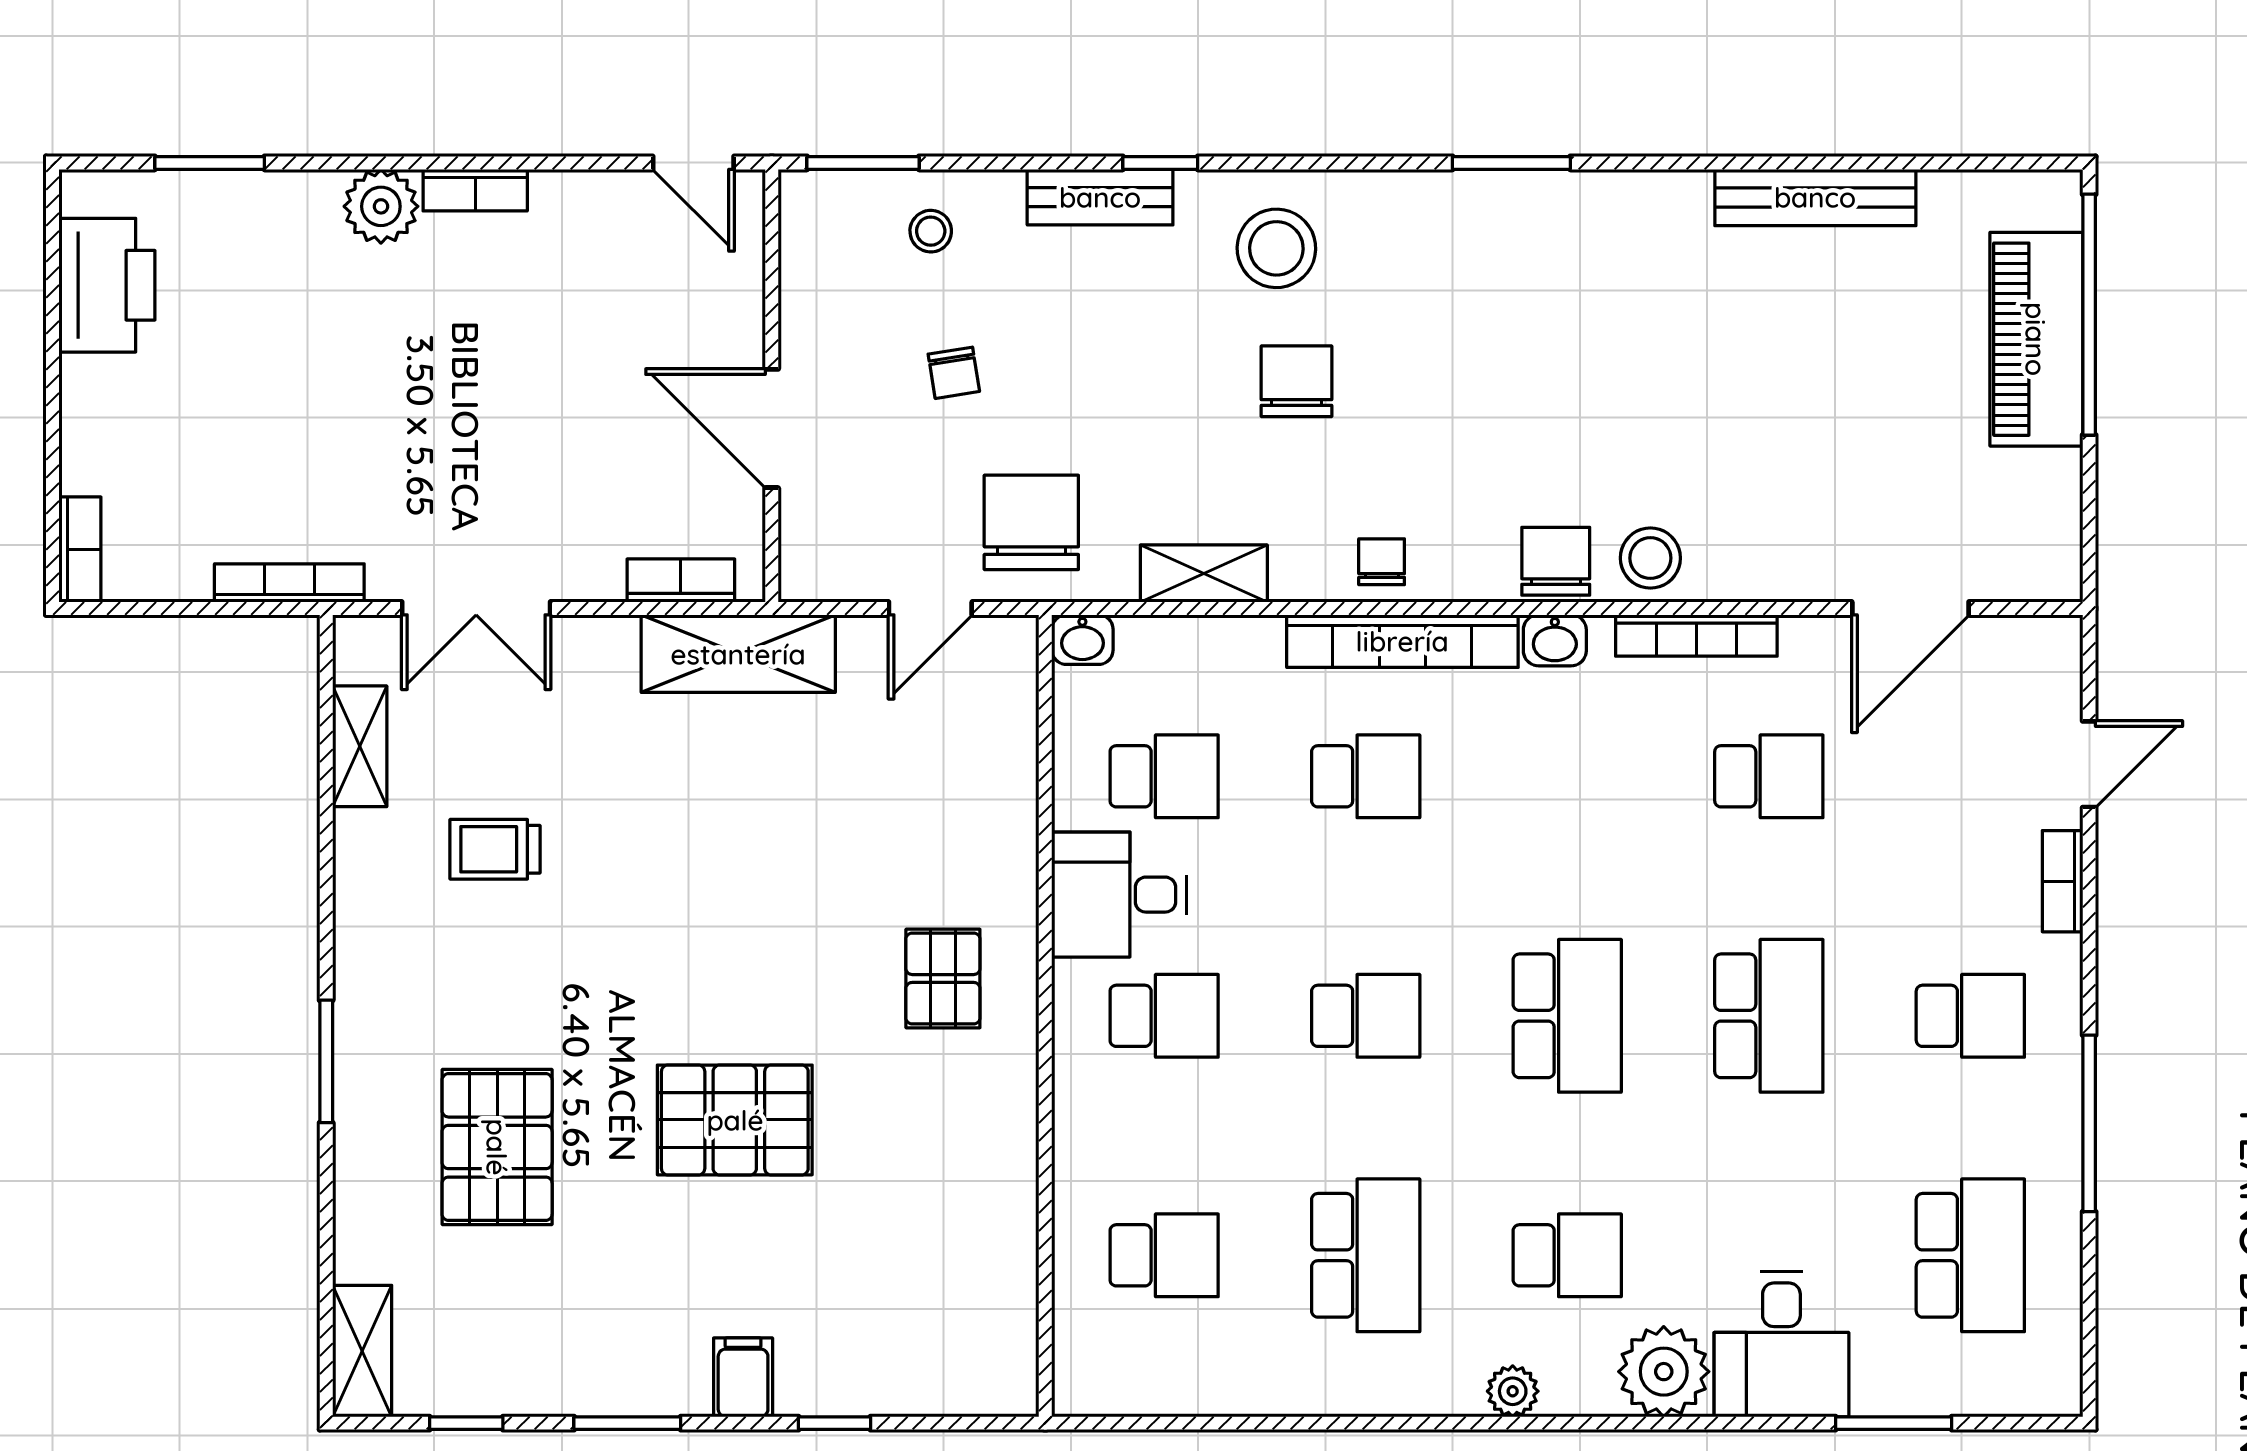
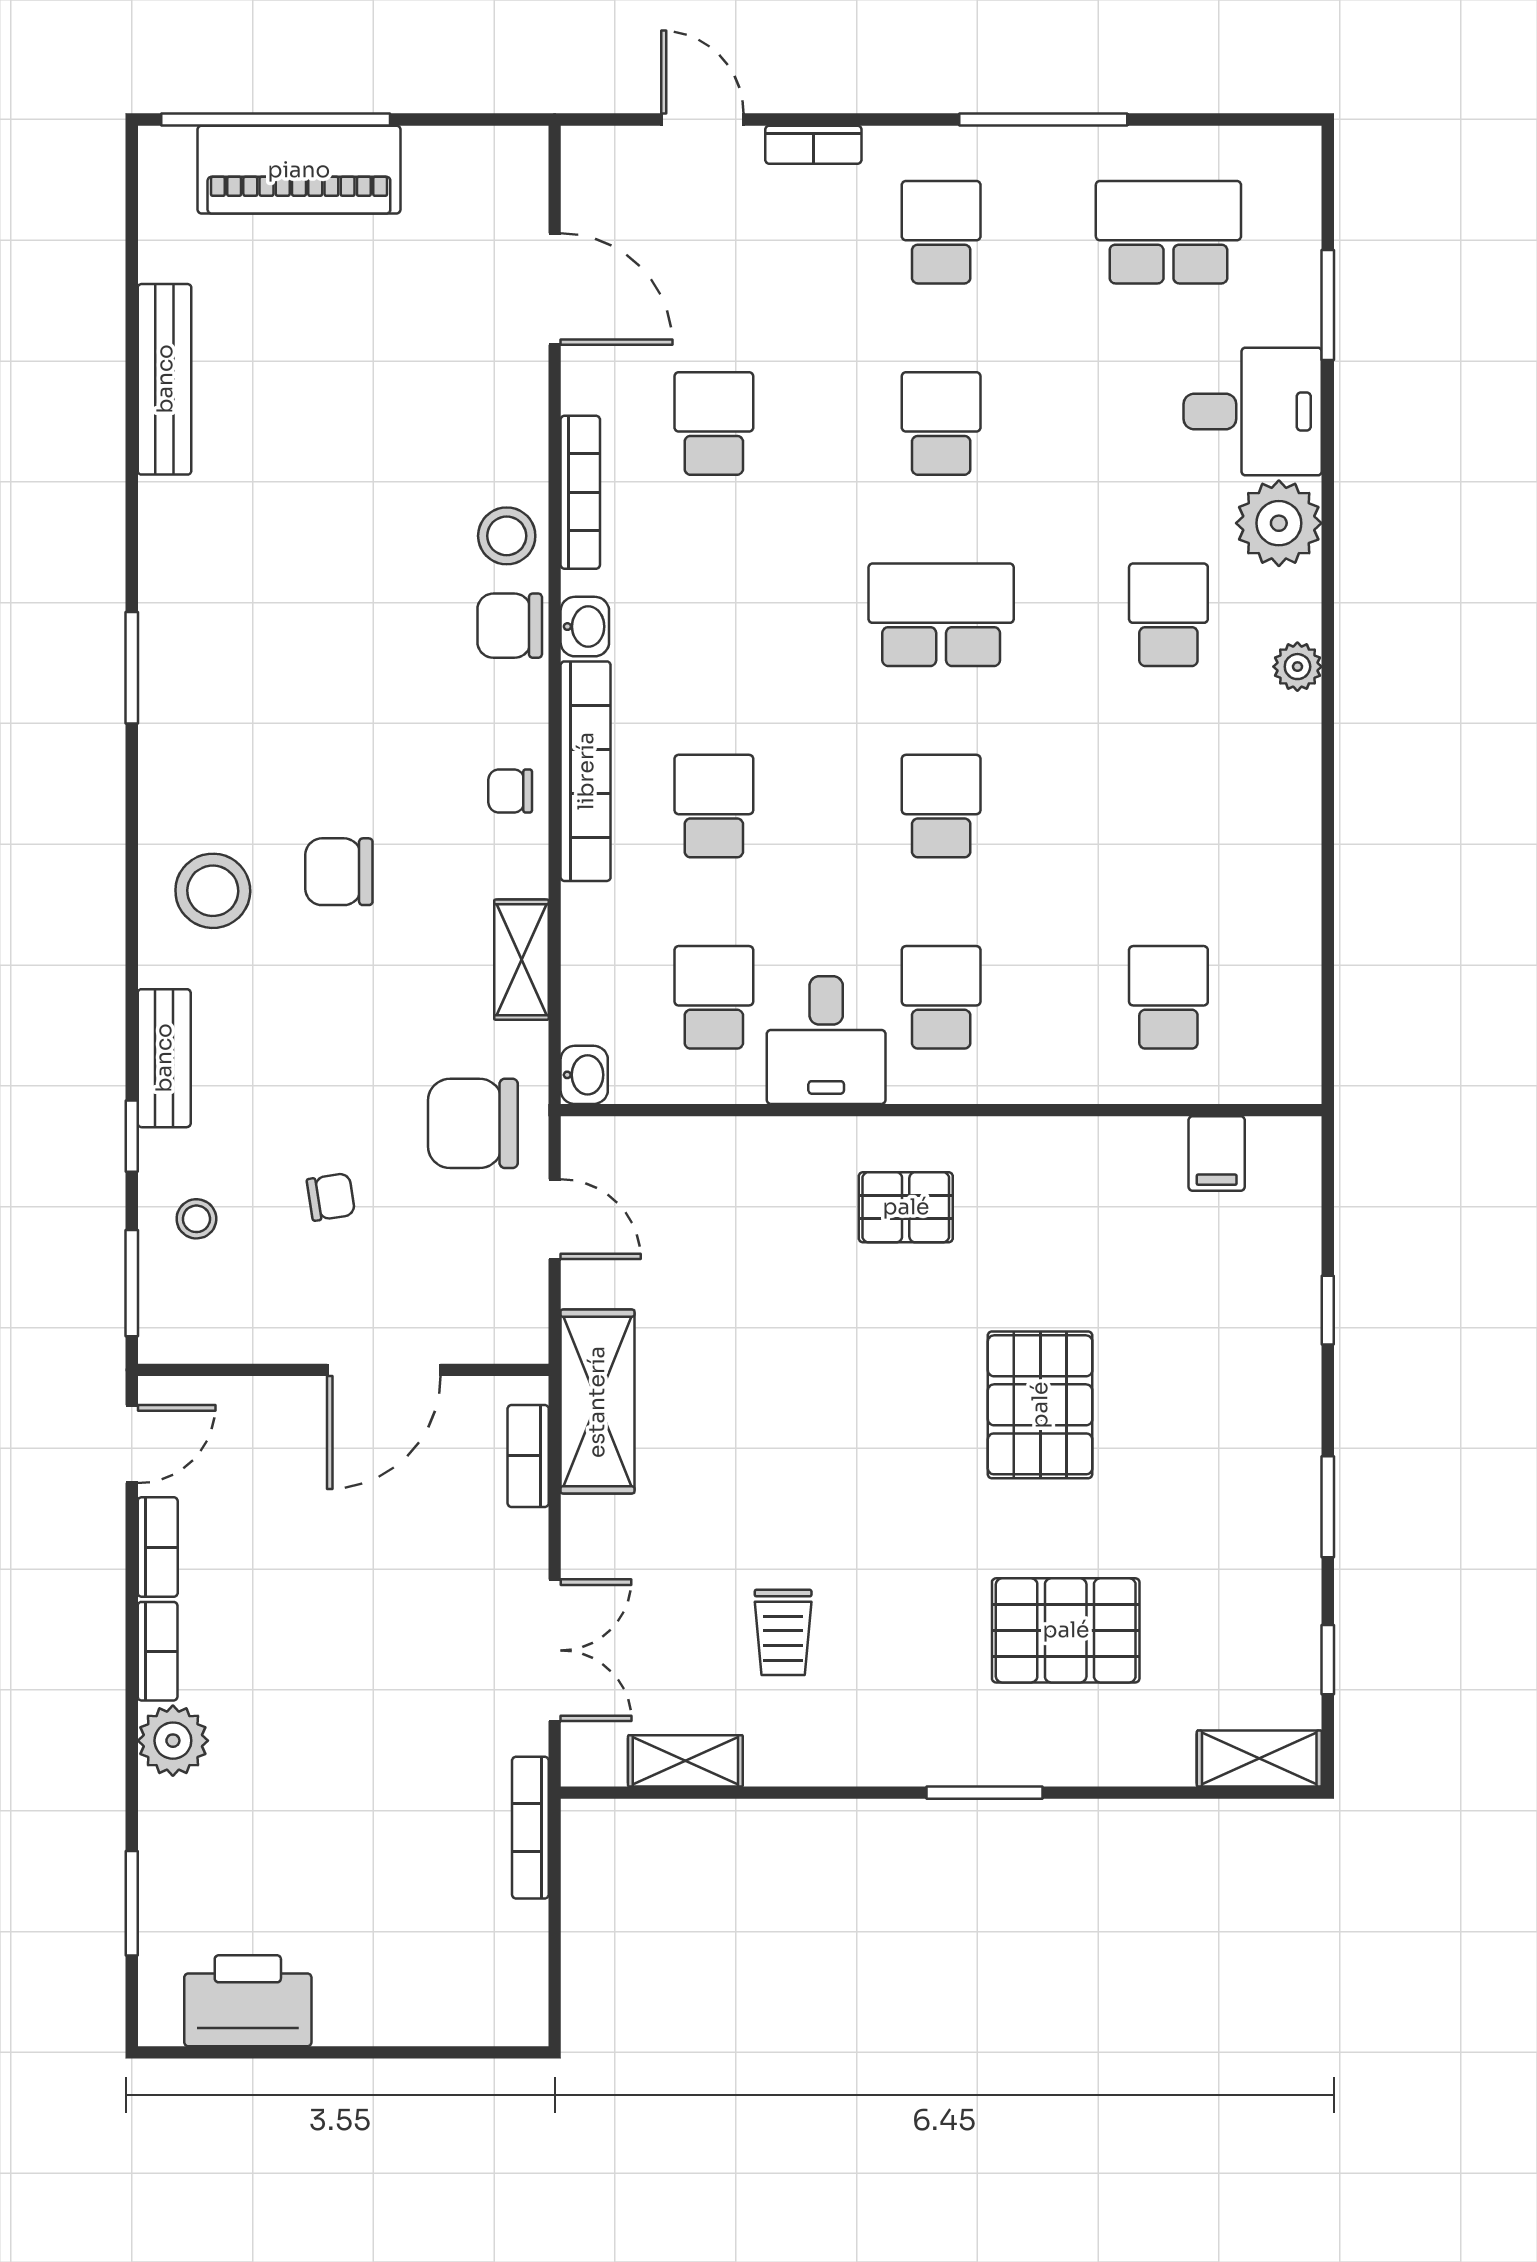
window: (1160, 163) -> (132, 1136), moved
bookcase: (80, 550) -> (158, 1547), moved, turned 90
school desk: (1769, 1016) -> (941, 423), width x0.54
school desk: (1366, 1255) -> (1168, 806), removed
filing cabinet: (743, 1377) -> (1217, 1153), moved, turned -90

